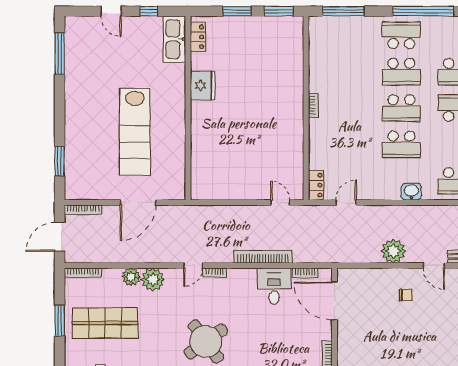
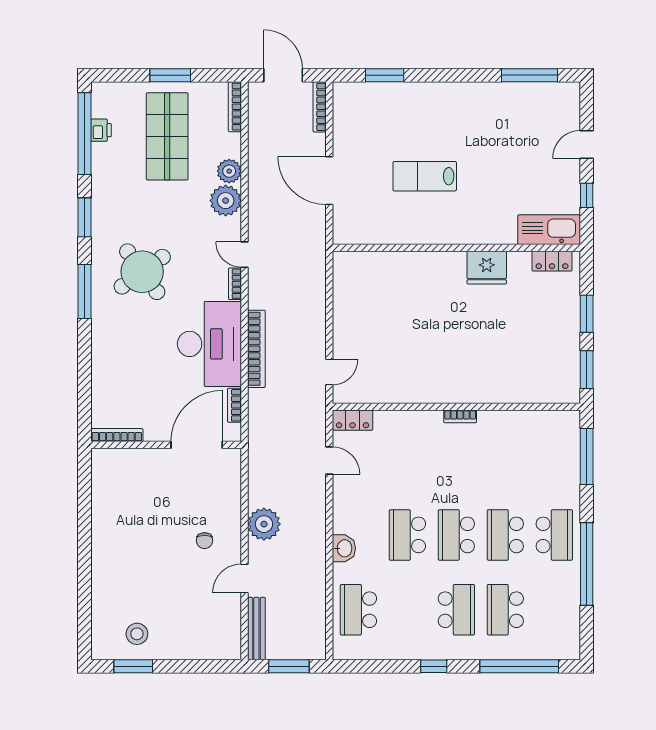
lab bench: (135, 132) -> (425, 176), width x0.54, depth x0.72
desk: (274, 286) -> (209, 344), width x1.87, depth x1.30

